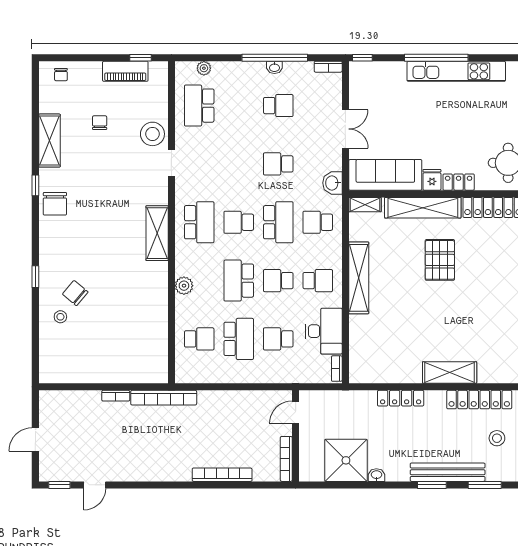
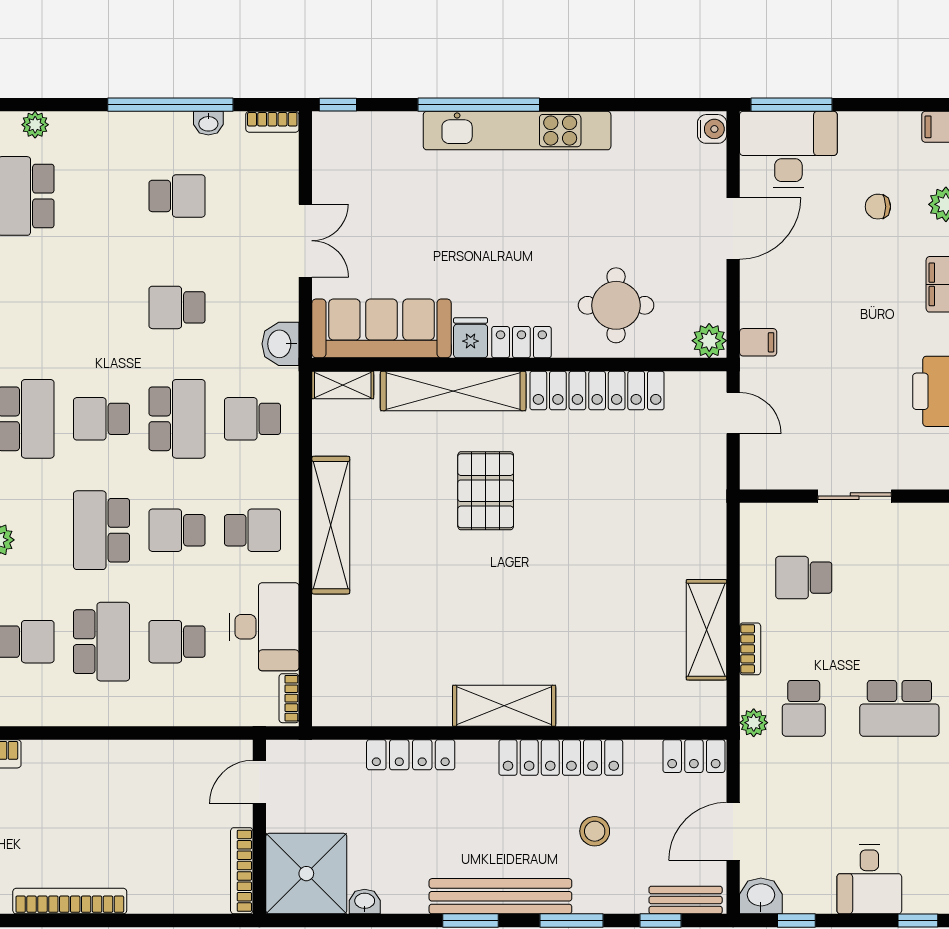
washbasin: (274, 67) -> (208, 123), moved
door: (296, 412) -> (259, 782), moved
wall: (296, 436) -> (259, 827), moved
bookcase: (286, 459) -> (242, 871), moved

